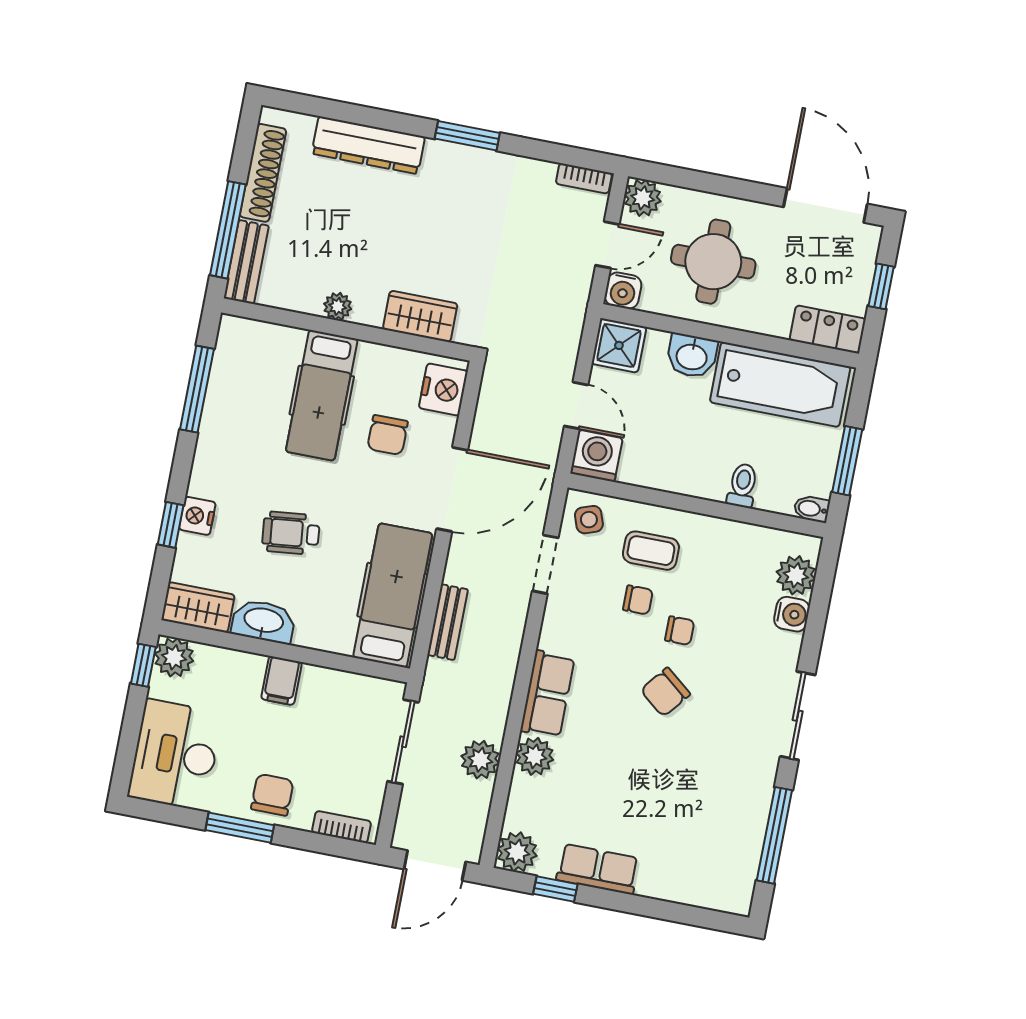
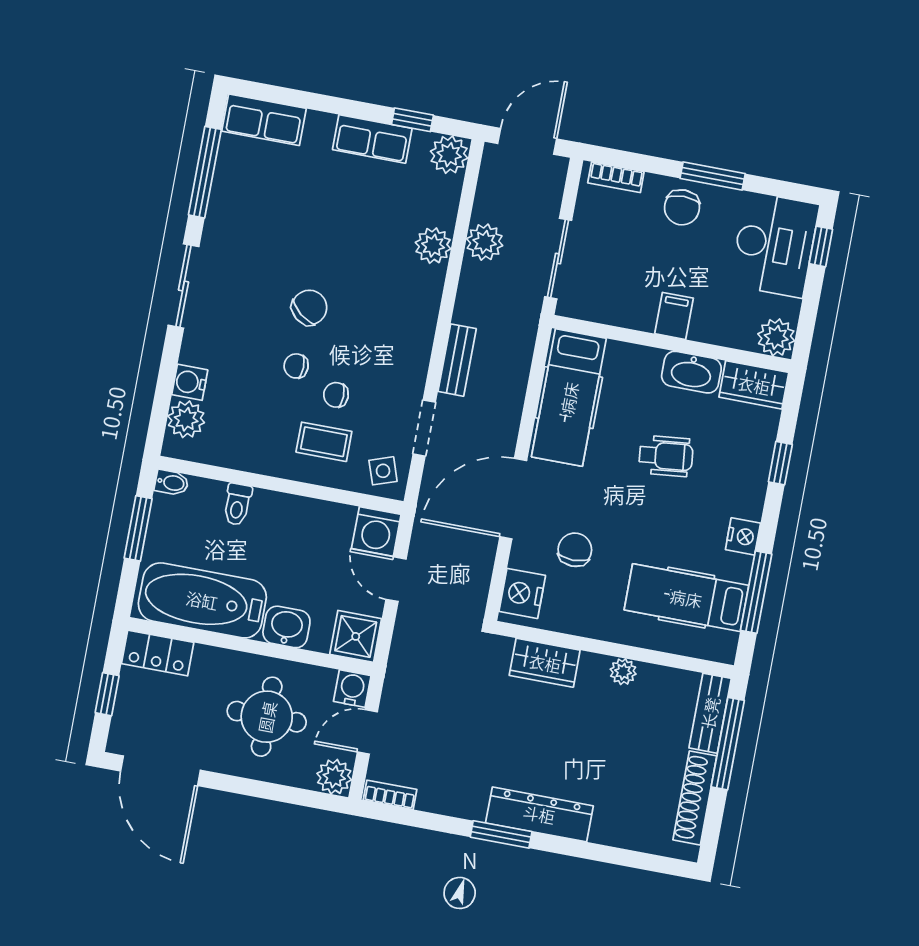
dresser: (368, 145) -> (539, 814), moved
hospital bed: (322, 395) -> (686, 598), moved, turned -90
nightstand: (197, 516) -> (743, 536), moved
bench: (448, 622) -> (457, 360), moved
window: (143, 665) -> (821, 246), moved
row of seats: (547, 694) -> (264, 120), moved, turned -90

